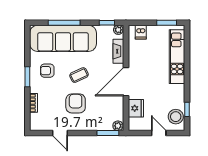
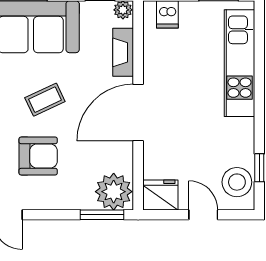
armchair: (76, 103) -> (38, 156), turned 90
fridge: (136, 108) -> (160, 195), moved, turned -90
plant: (118, 126) -> (114, 192), width x1.88, depth x1.88

